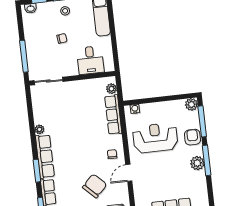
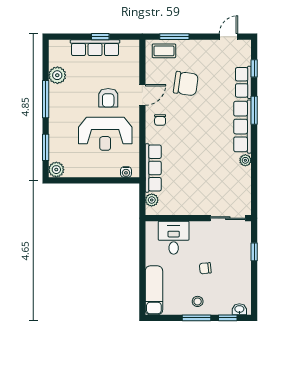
window: (24, 56) -> (254, 252), width x0.46
window: (202, 121) -> (46, 147), width x0.69
armchair: (192, 137) -> (108, 98), moved
plant: (197, 163) -> (57, 75), moved
chair: (95, 186) -> (186, 84), turned -126

